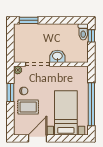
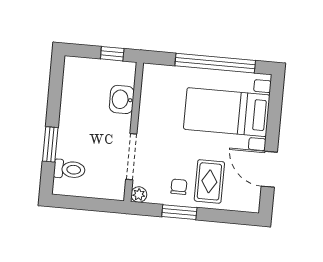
window: (29, 20) -> (50, 144), moved
toilet: (83, 32) -> (69, 169), moved
window: (91, 36) -> (112, 54), moved
washbasin: (57, 56) -> (122, 99), moved

